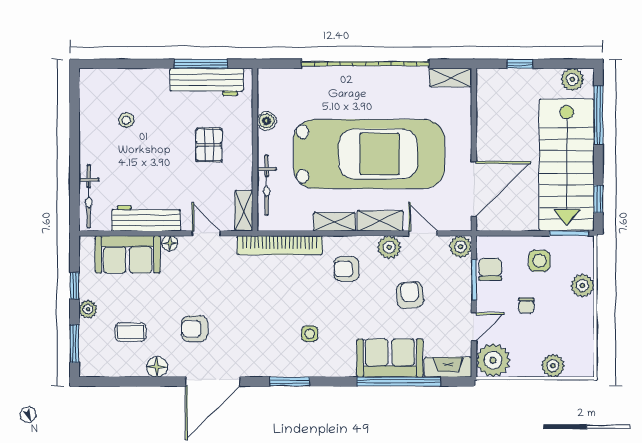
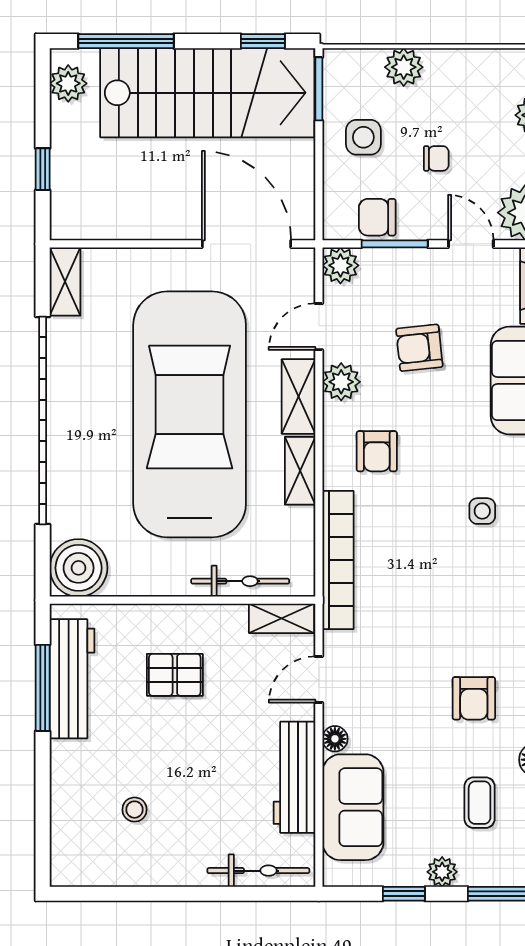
boiler: (267, 121) -> (79, 568), moved, width x1.86, depth x1.86

